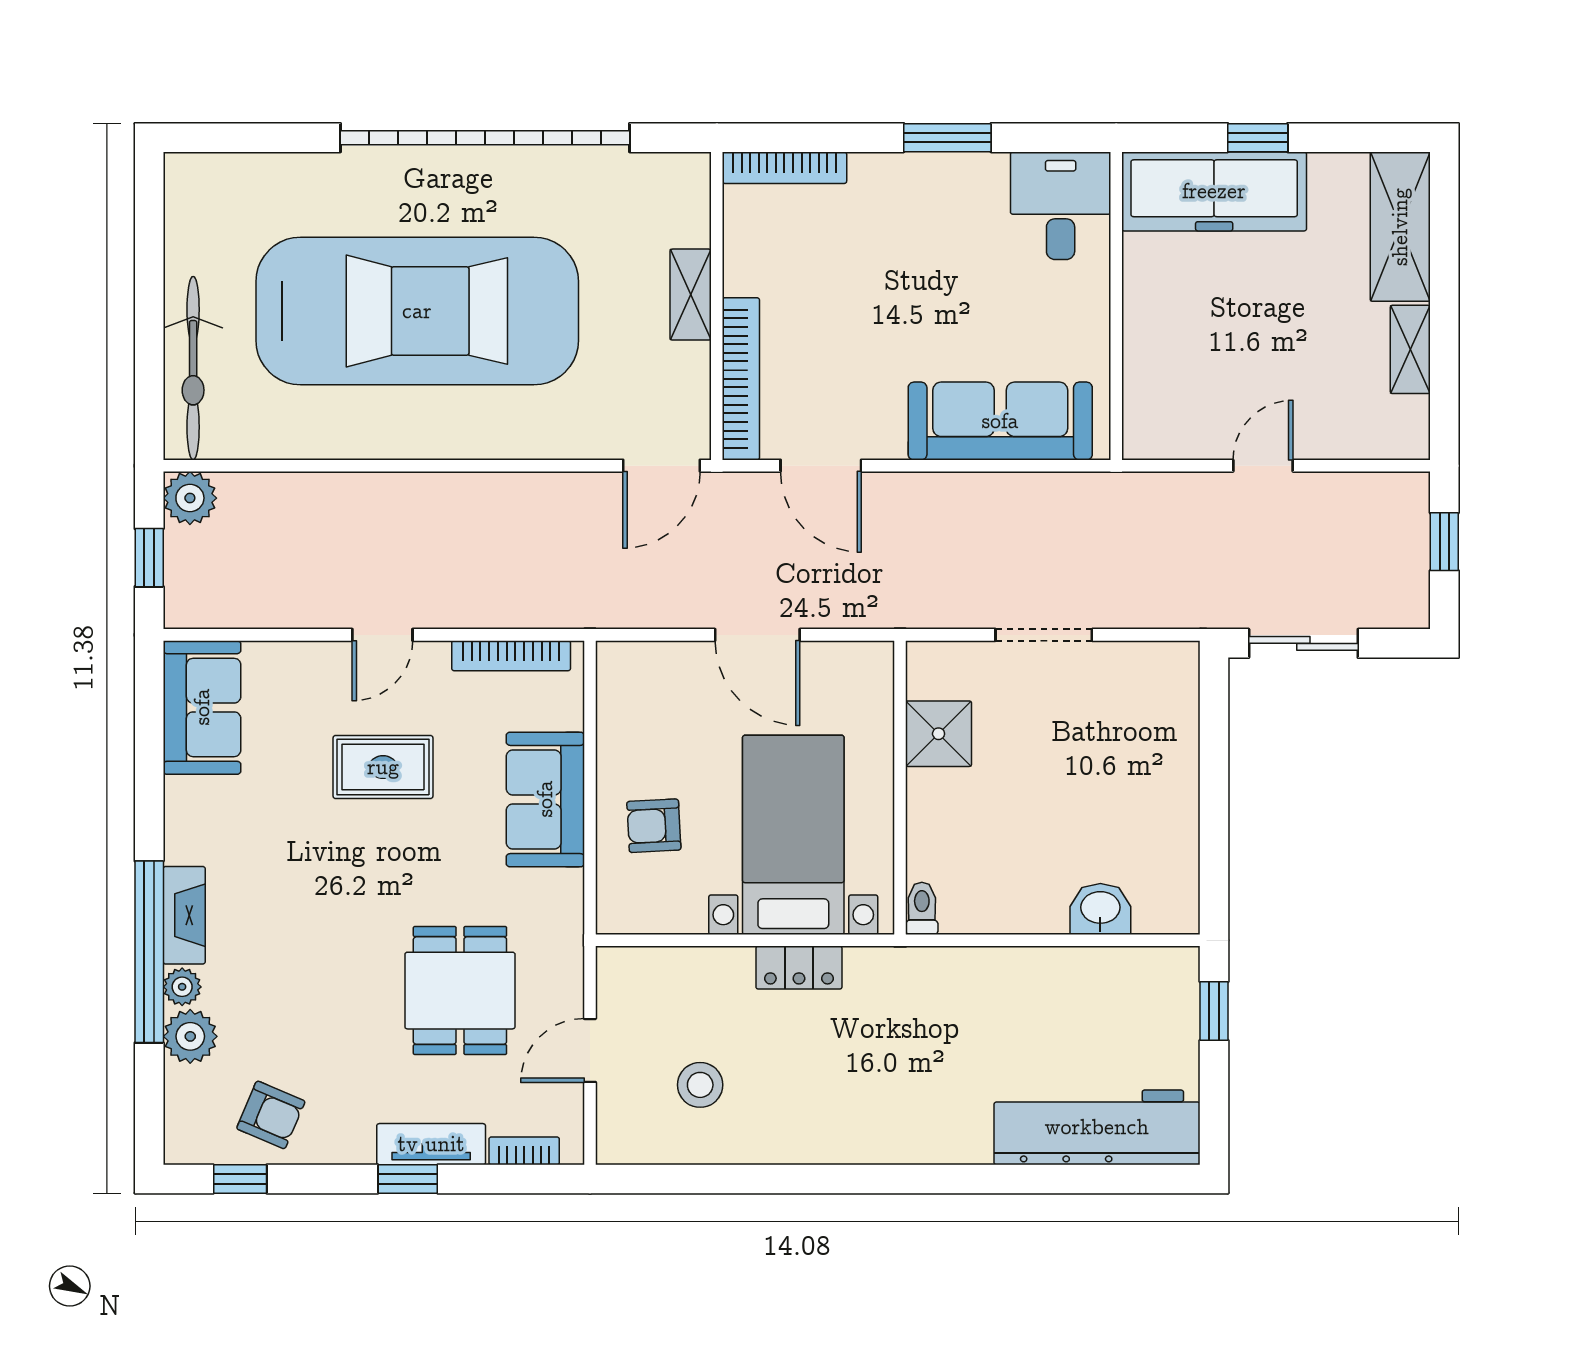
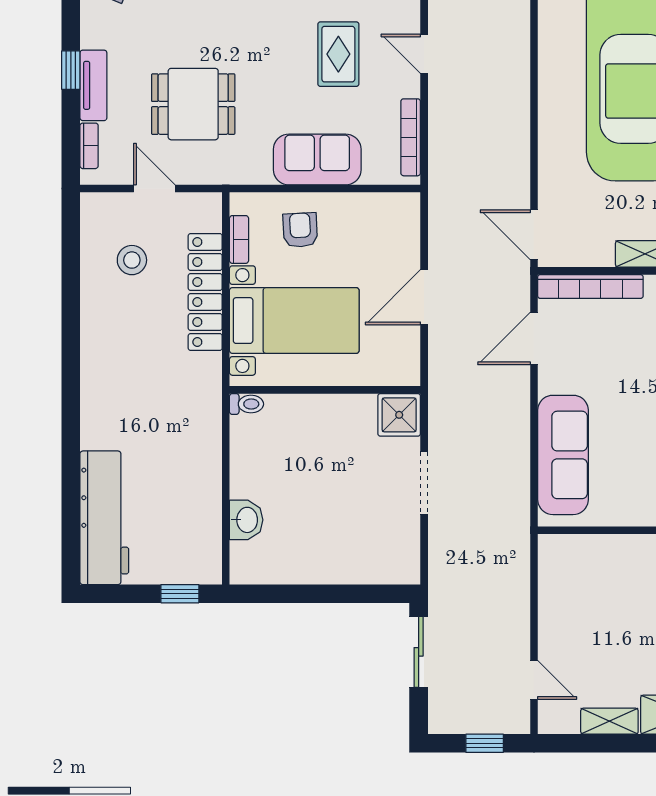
door: (1263, 466) -> (534, 680), moved
shower: (939, 734) -> (399, 415), moved
bookcase: (668, 920) -> (239, 239), added
locker: (799, 968) -> (205, 292), width x2.16, depth x1.21

